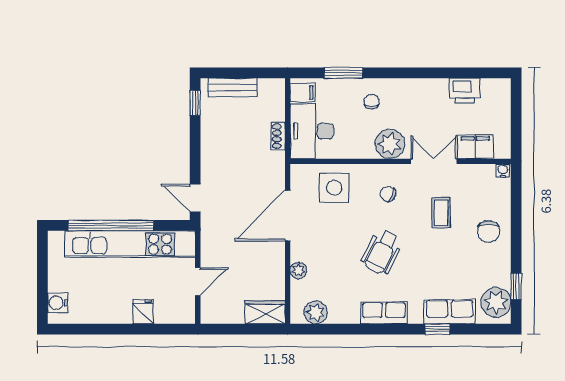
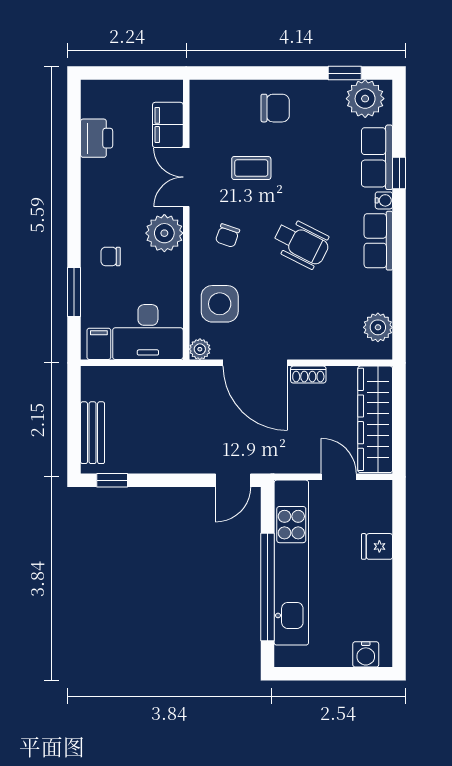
shoe rack: (278, 136) -> (308, 375), moved
water cooler: (503, 171) -> (384, 200), moved, turned 180
plant: (298, 271) -> (200, 349), moved
wardrobe: (265, 312) -> (375, 419), width x2.10, depth x1.17

